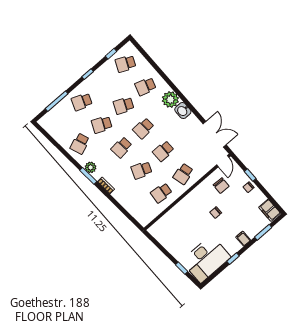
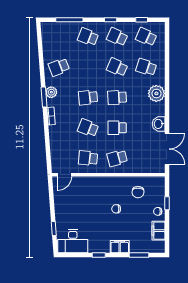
washbasin: (183, 111) -> (159, 124), moved
school desk: (102, 125) -> (117, 37), moved
door: (223, 161) -> (64, 175), moved
filing cabinet: (270, 210) -> (158, 231), moved
filing cabinet: (243, 239) -> (120, 247), width x2.00
desk: (206, 259) -> (73, 241), width x0.73, depth x0.77

